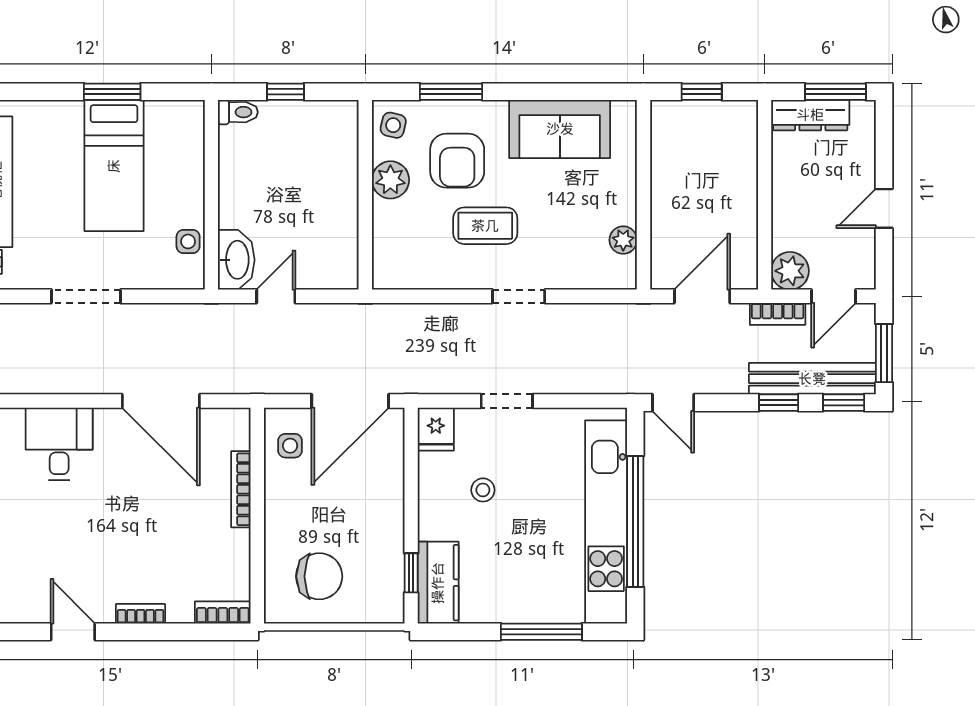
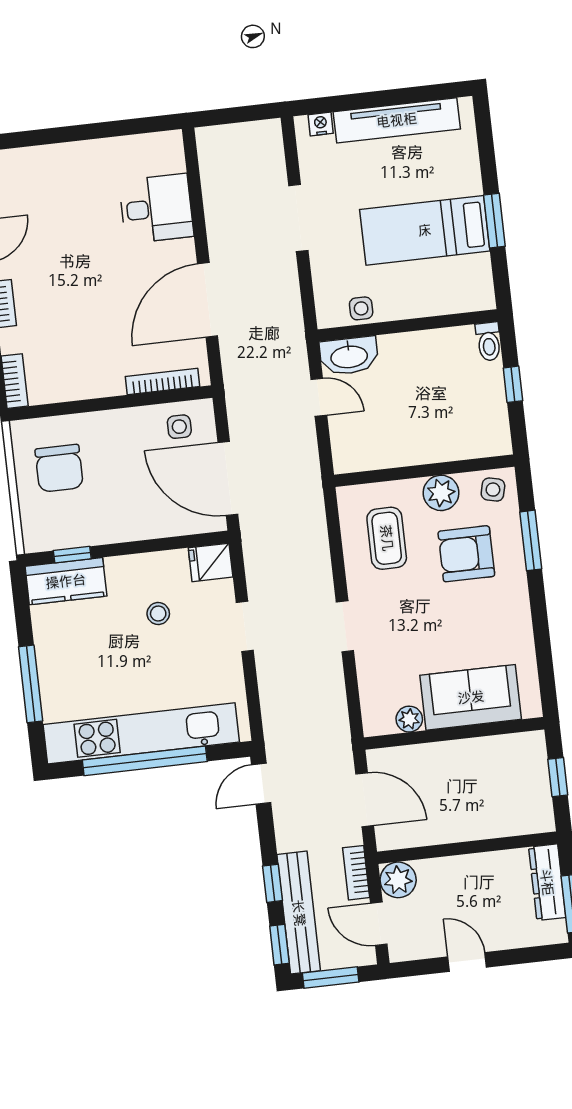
sofa: (560, 129) -> (471, 697), moved, turned 90
coffee table: (485, 226) -> (387, 538), moved
bookcase: (241, 489) -> (162, 382), moved

